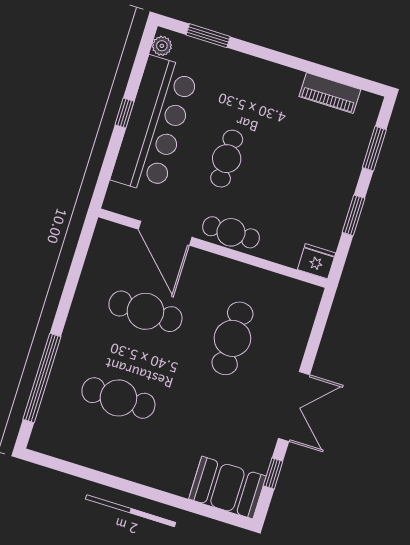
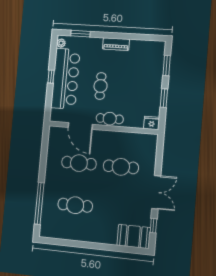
piano: (330, 93) -> (116, 44), moved
cafe table: (232, 338) -> (121, 167), turned 90

